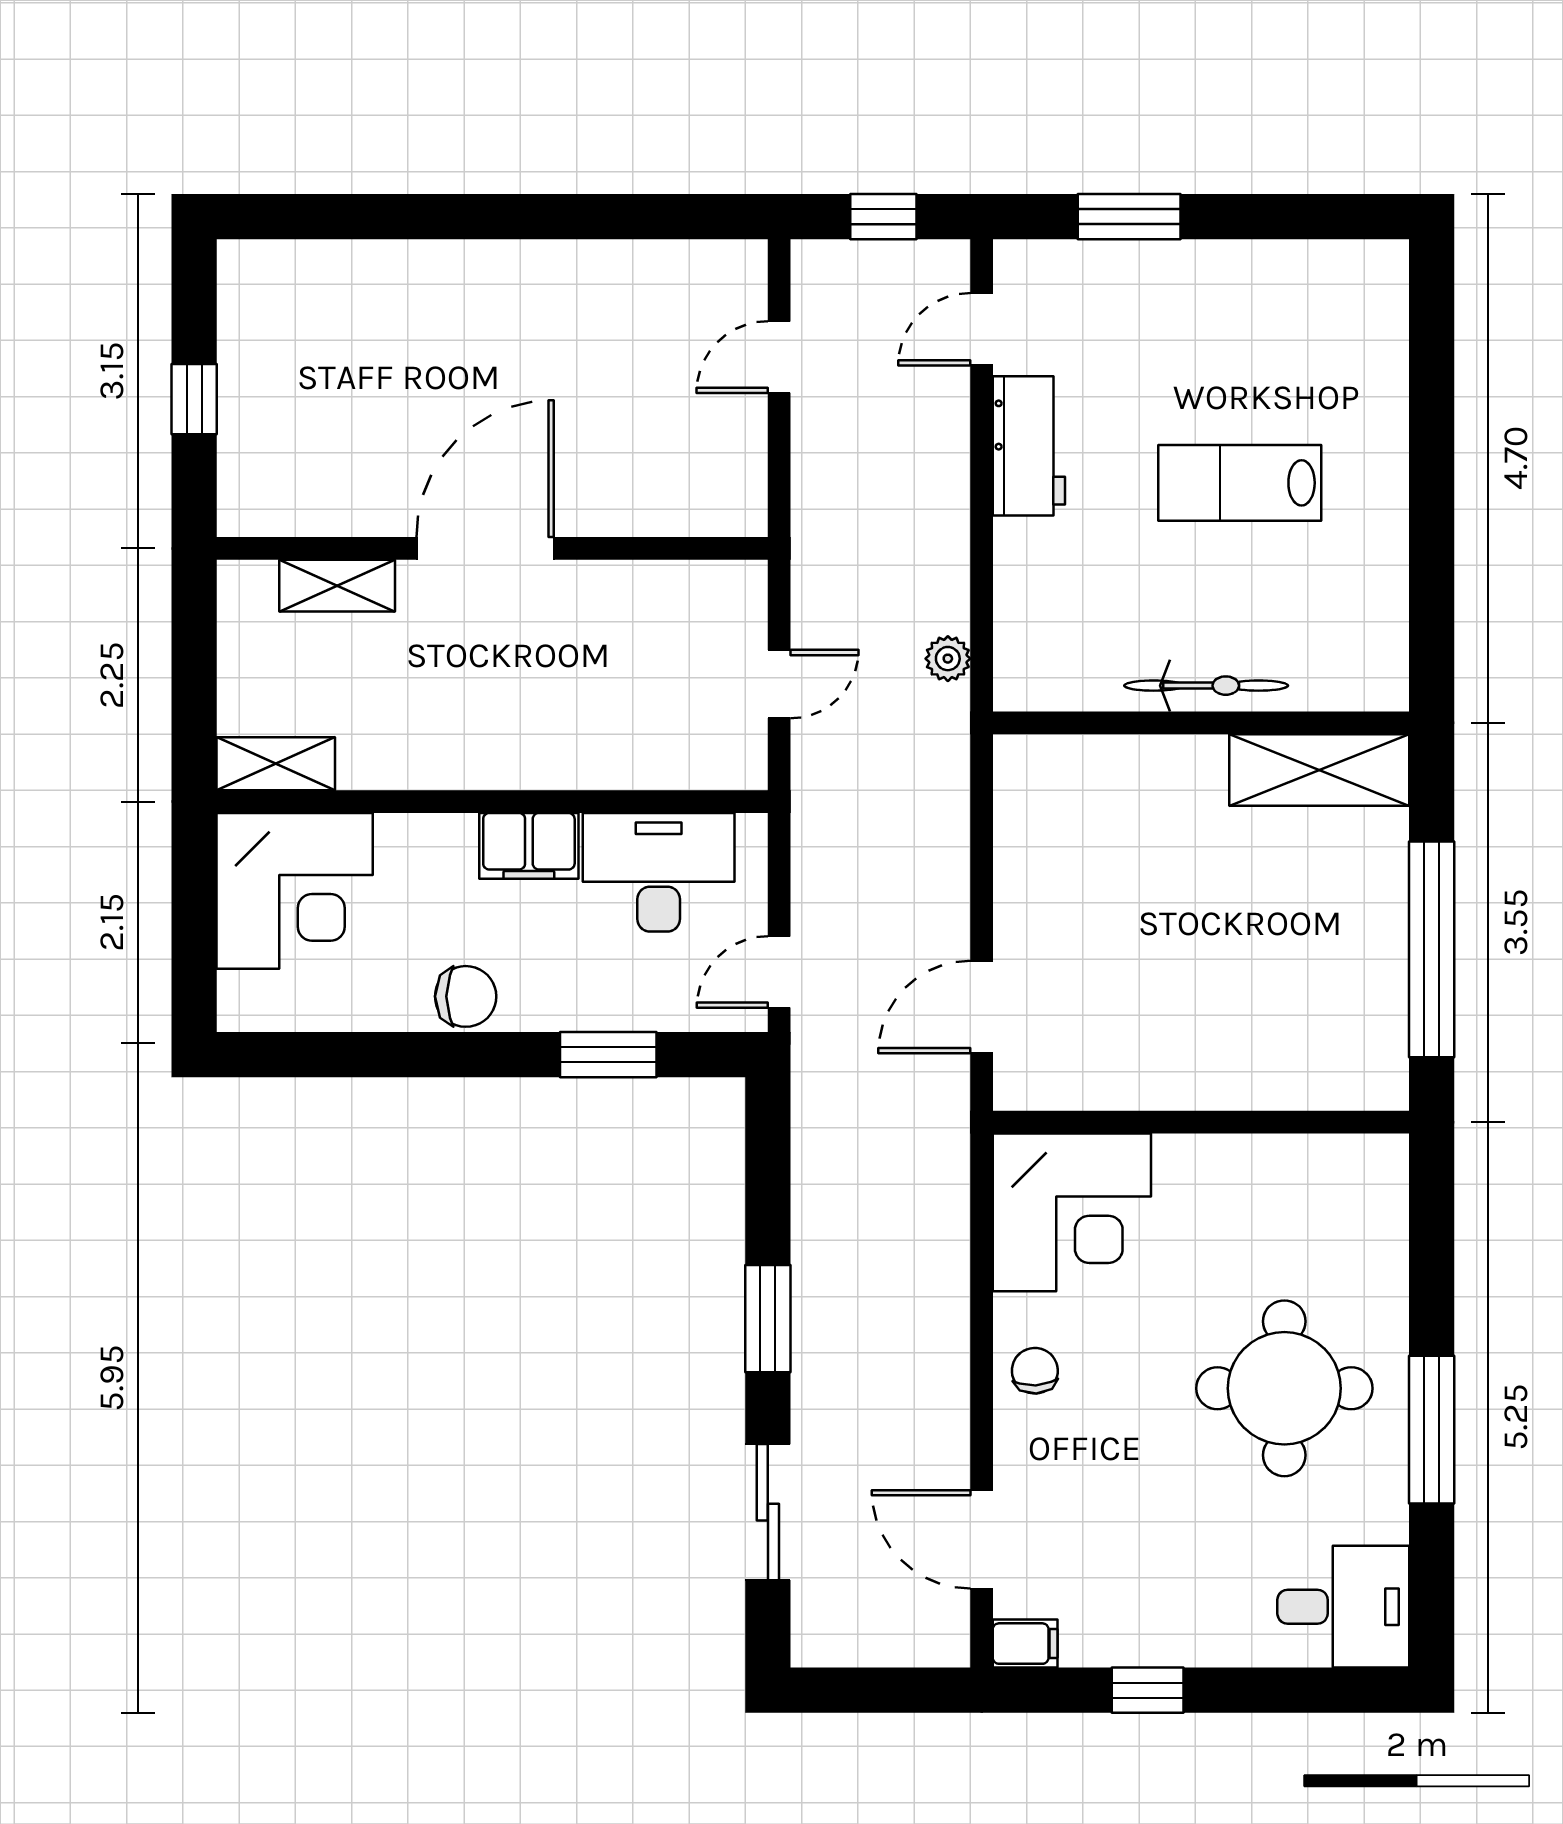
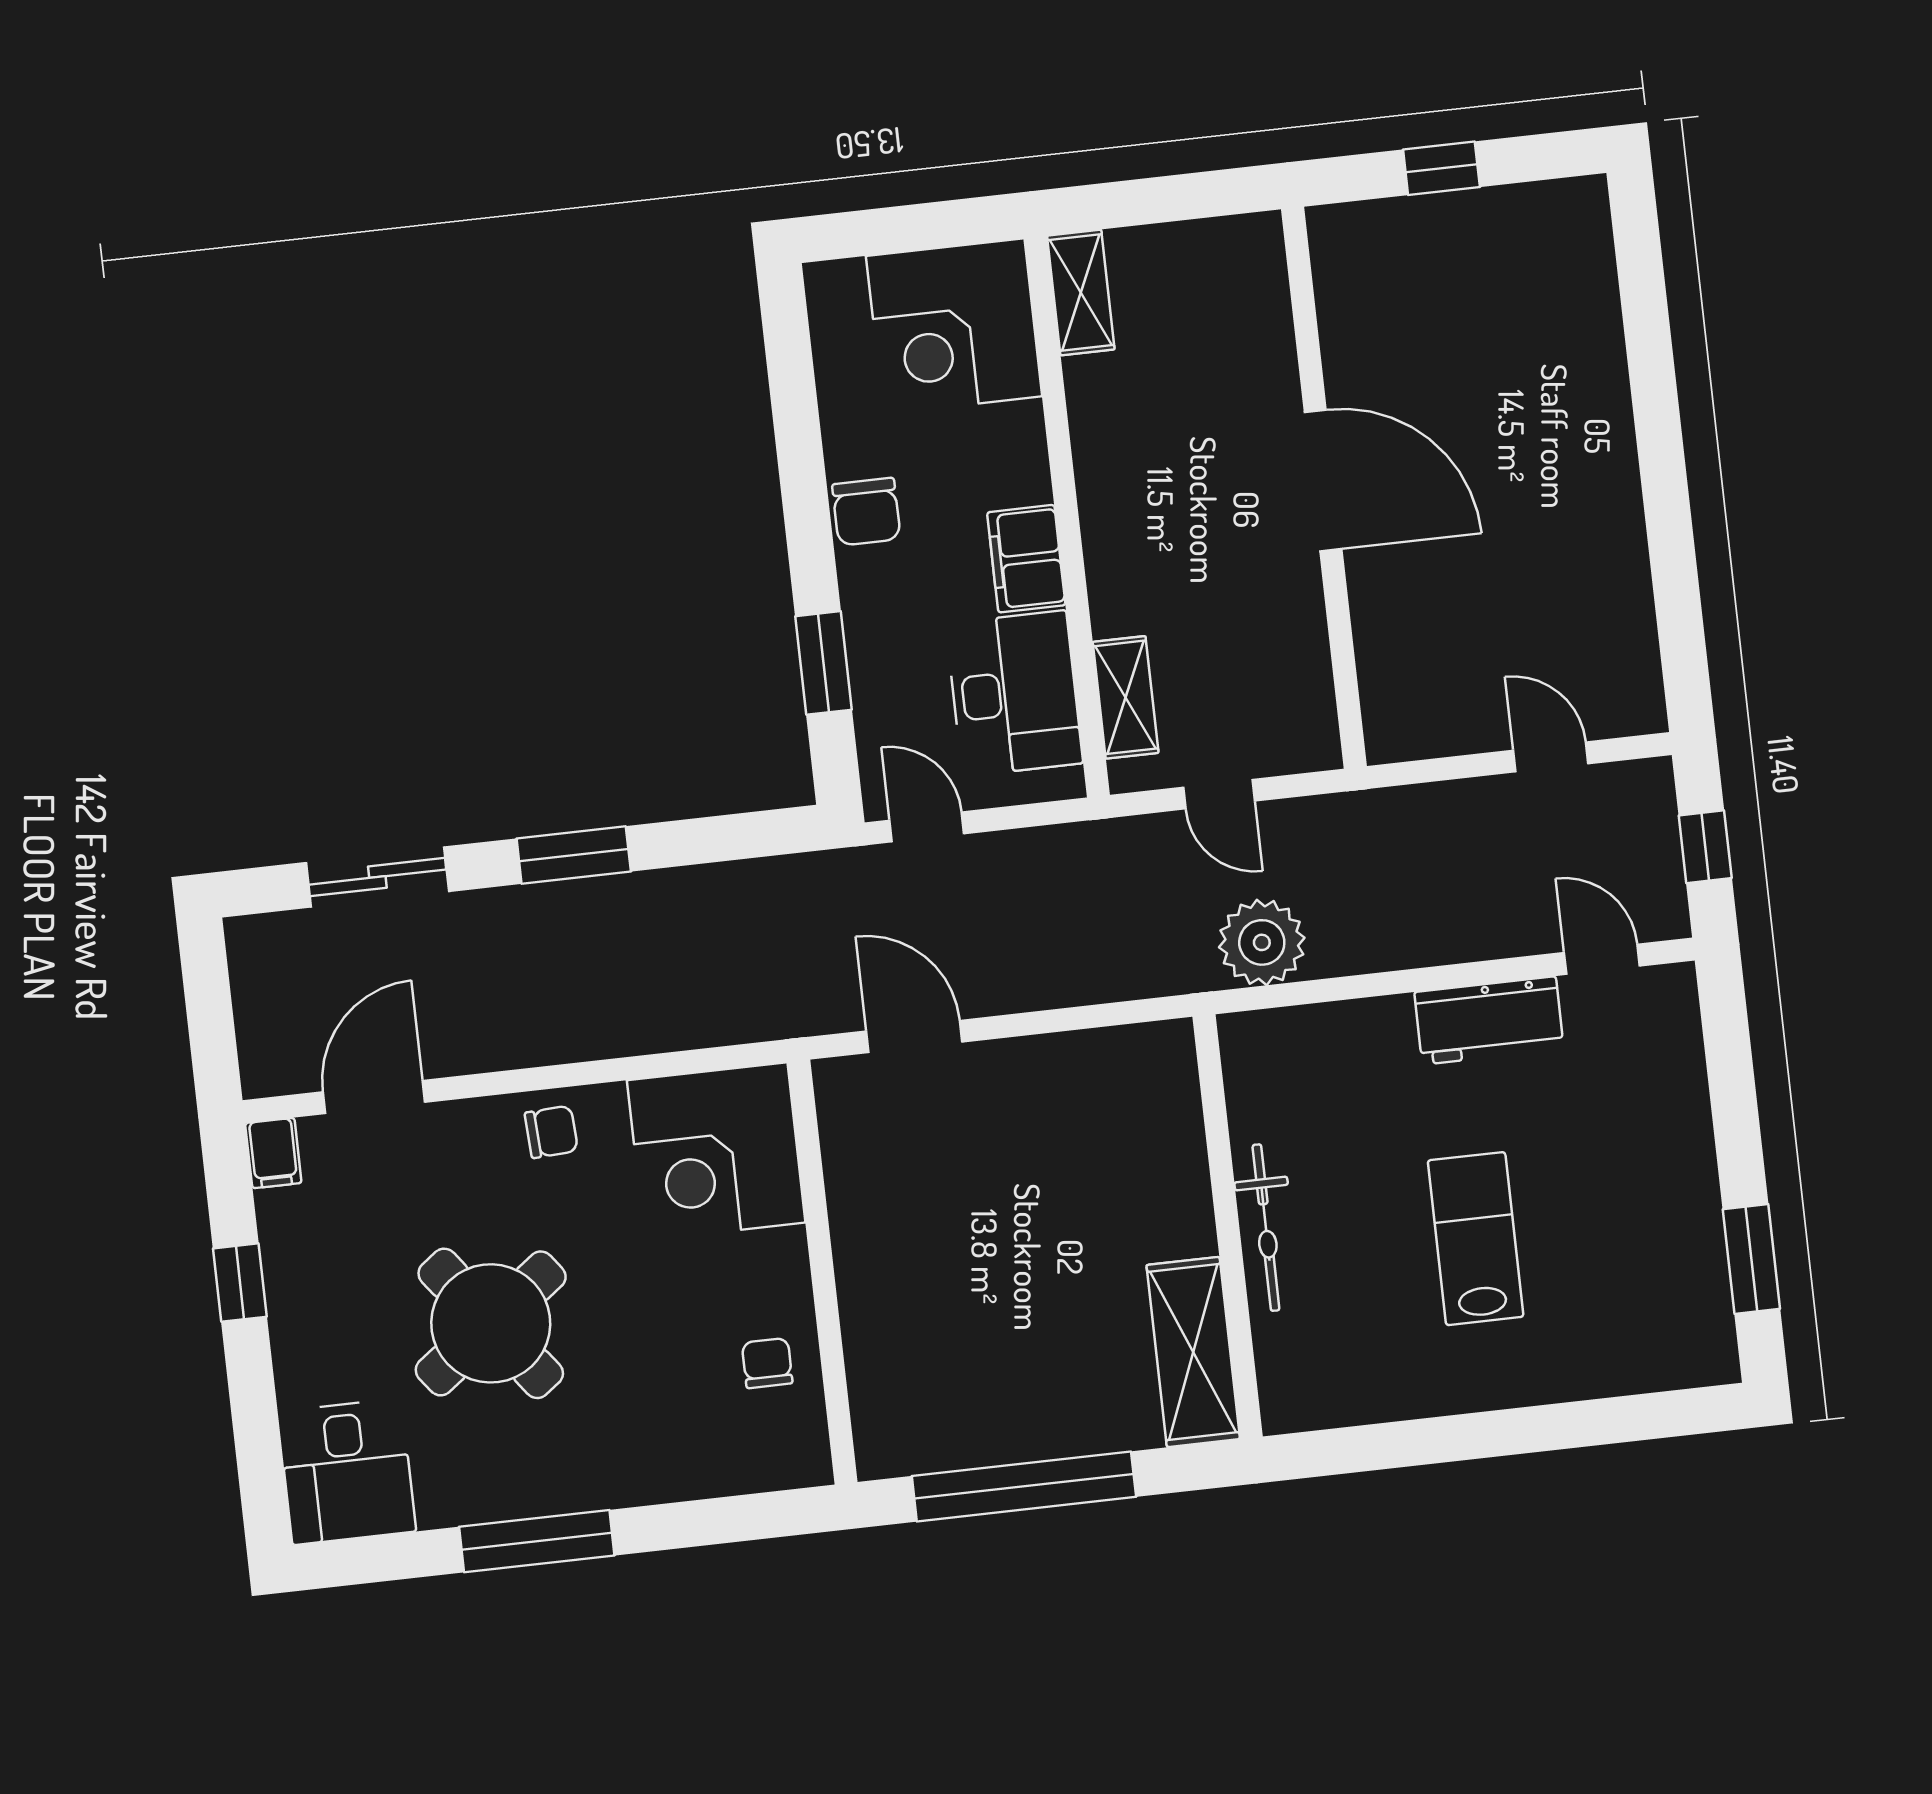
window: (1129, 217) -> (1751, 1259), moved
shelving: (337, 586) -> (1126, 697), moved
plant: (948, 659) -> (1262, 942), width x1.88, depth x1.88
chair: (1283, 1186) -> (767, 1363), added
round table: (1284, 1388) -> (491, 1323), moved, turned -37

